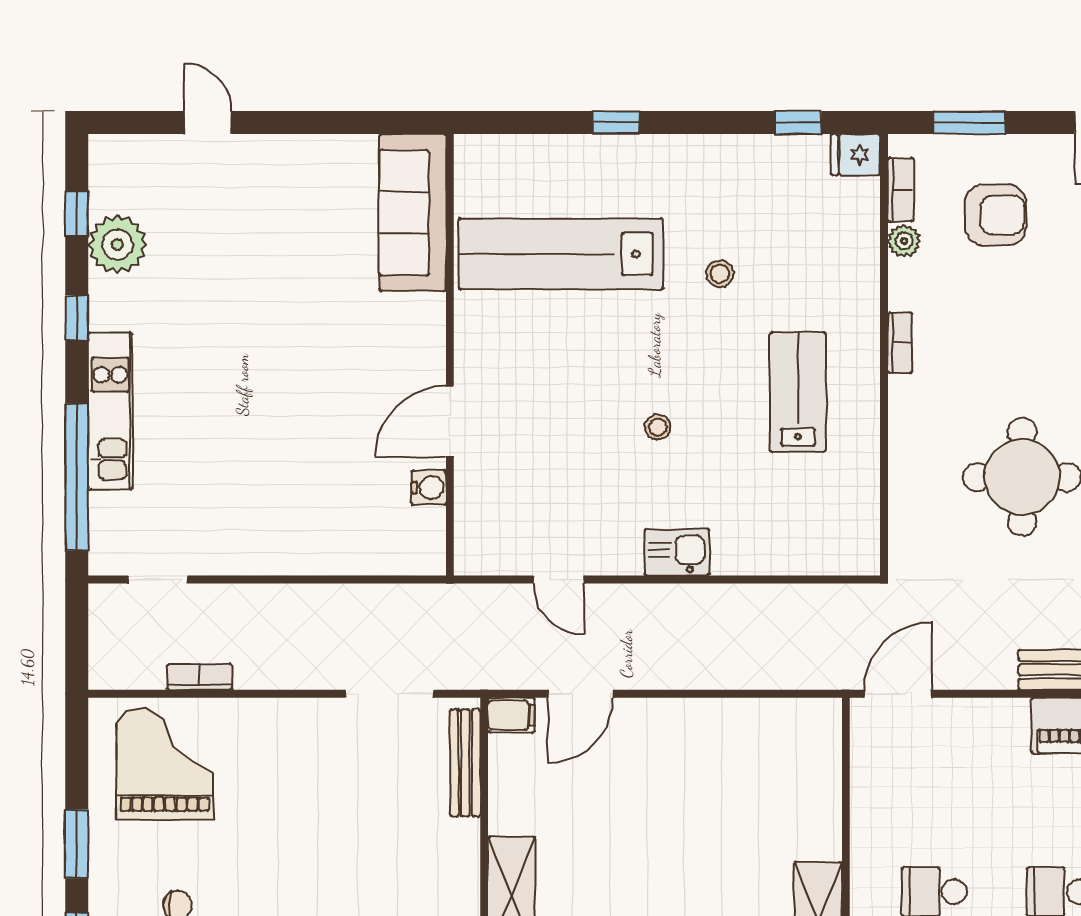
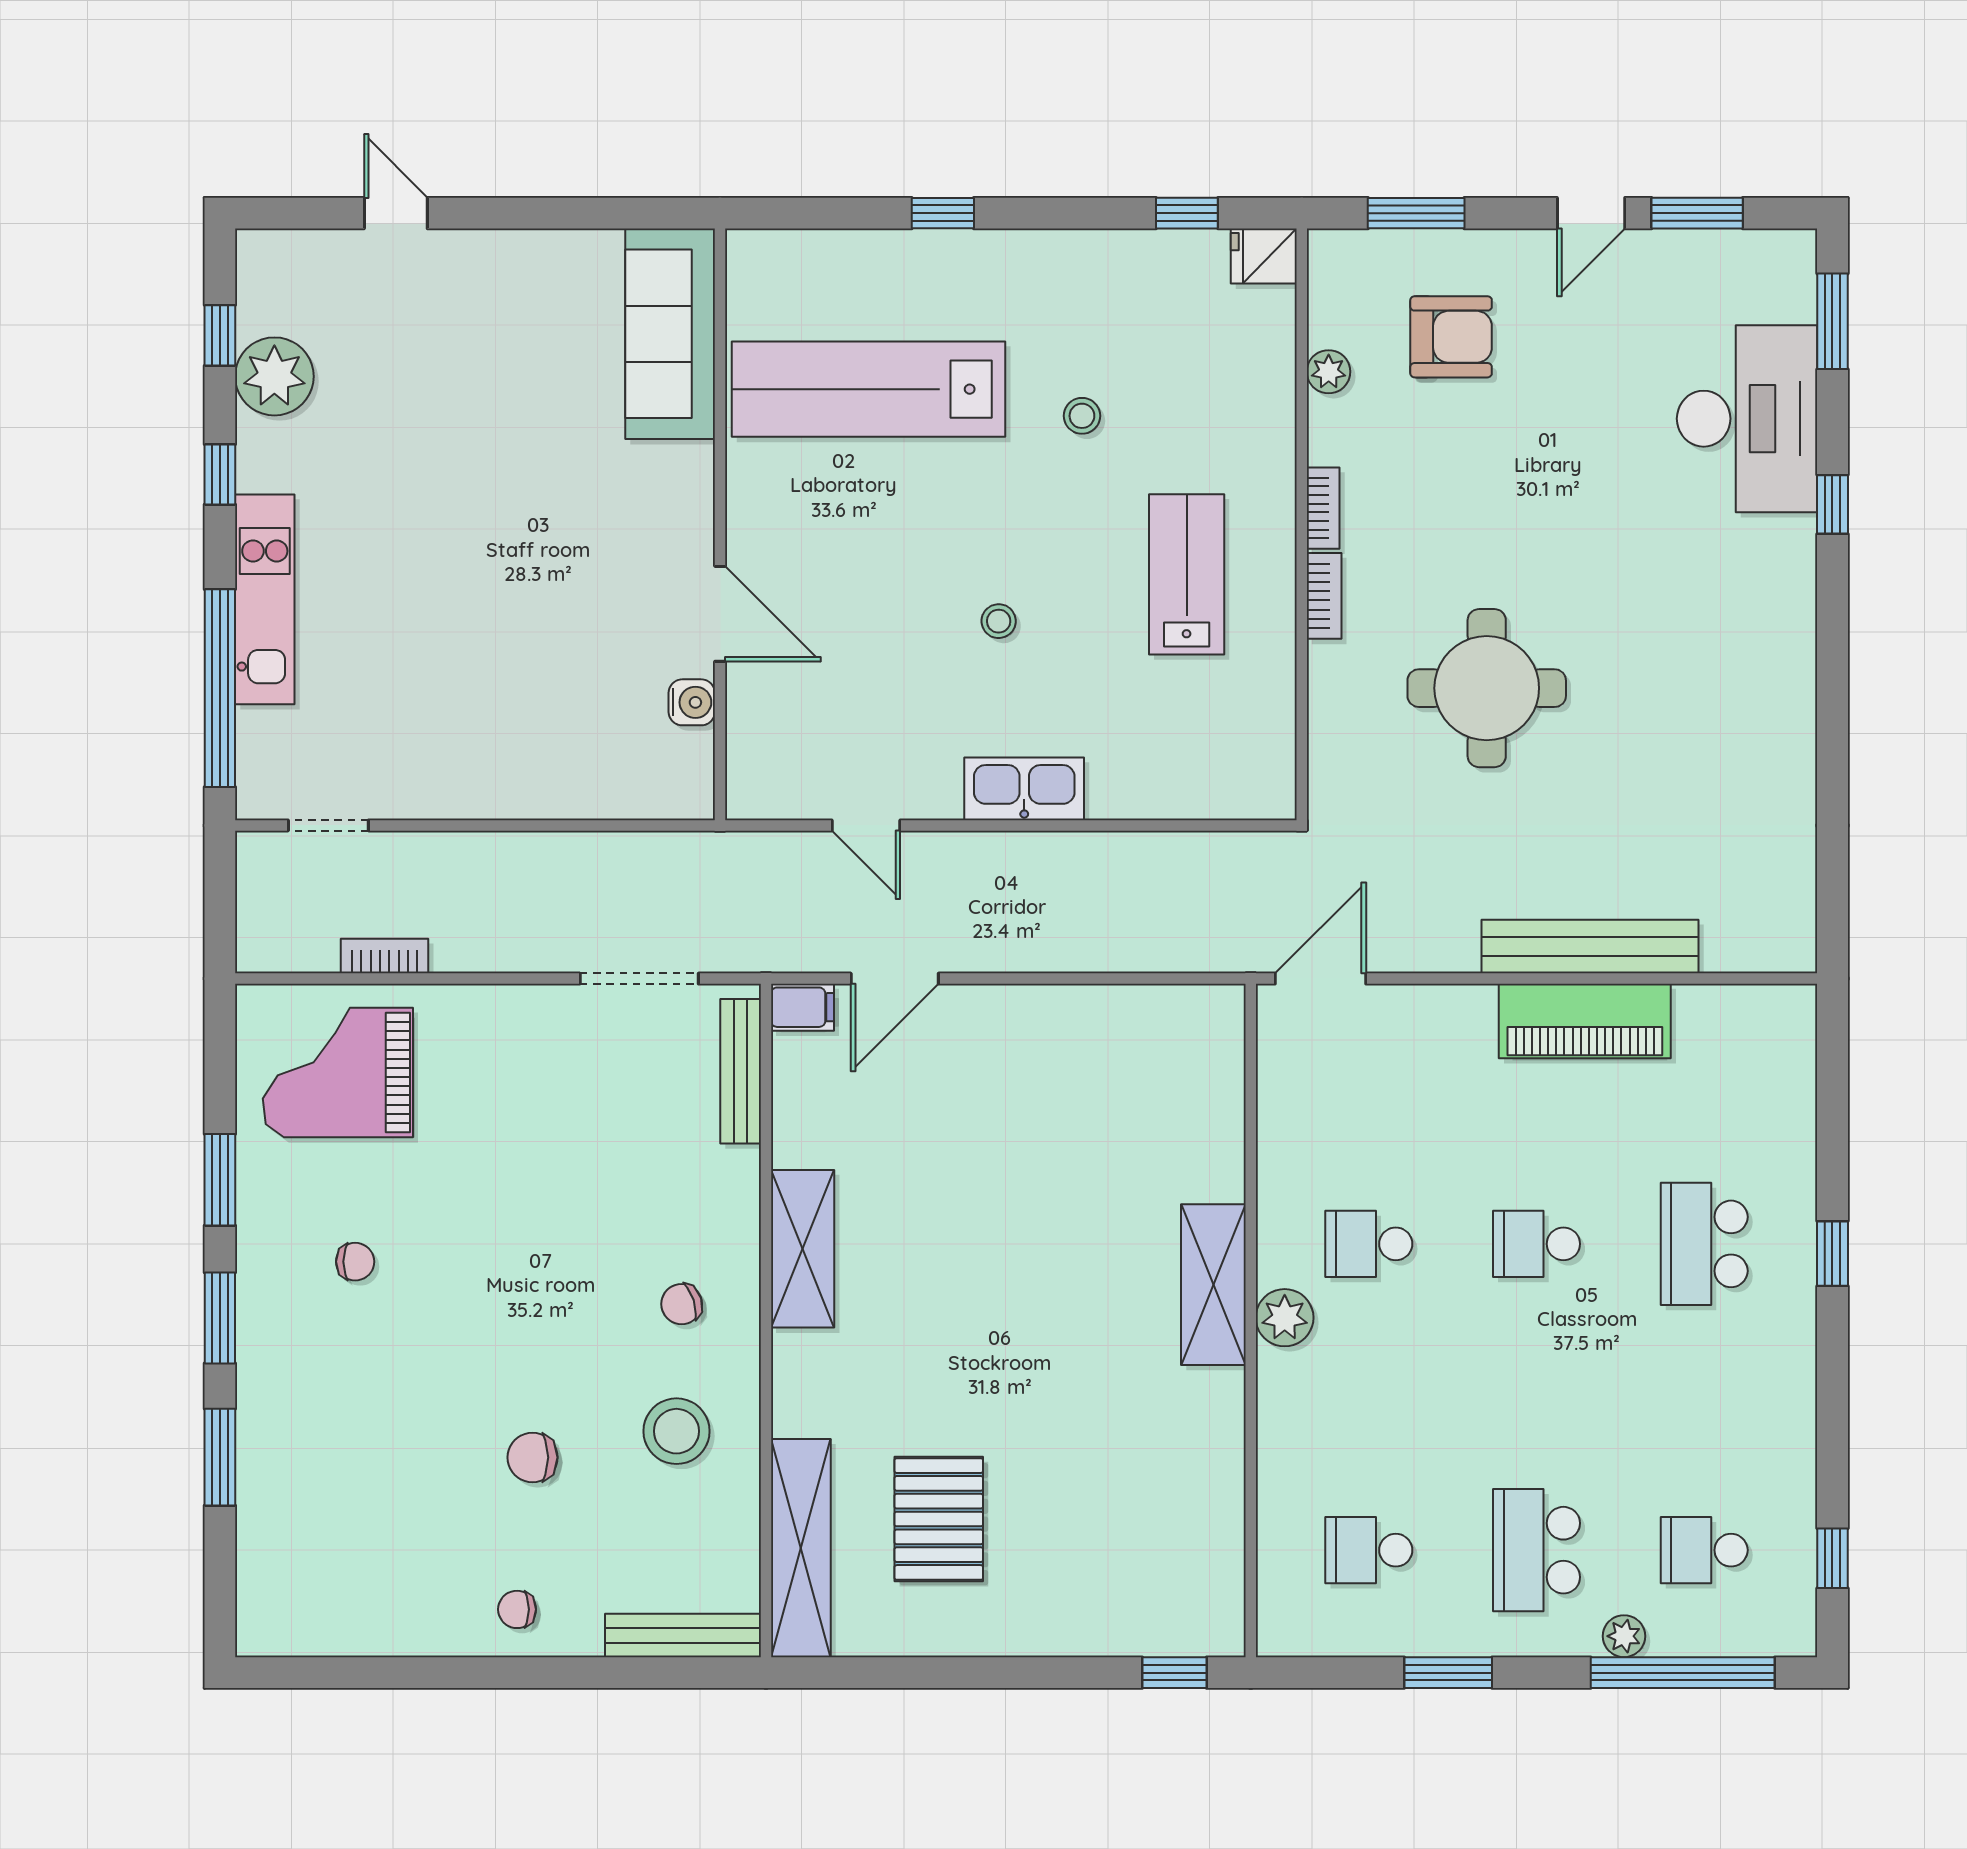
bookcase: (901, 190) -> (1324, 596), moved
door: (450, 422) -> (720, 614), swing flipped
kitchen sink: (677, 552) -> (1024, 789), width x1.38
grand piano: (165, 764) -> (338, 1072), turned -90

